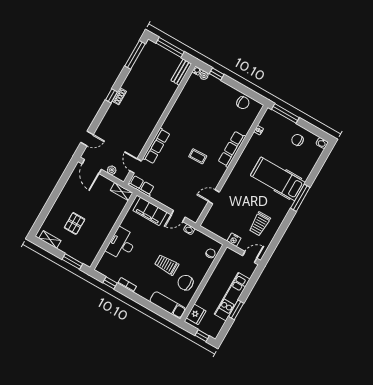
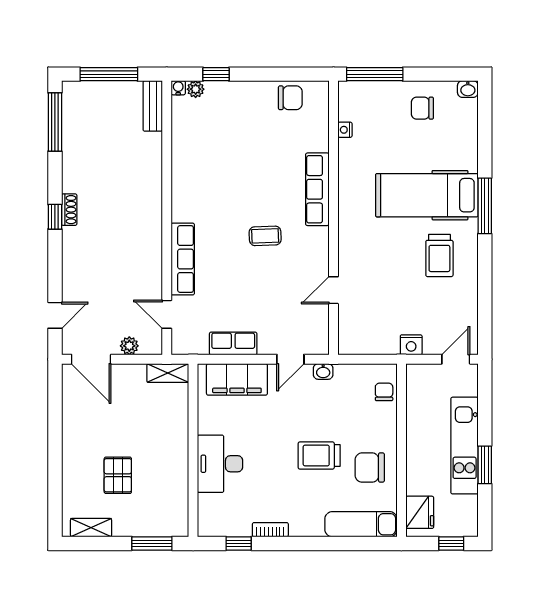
row of seats: (142, 186) -> (233, 343), moved
trolley: (260, 224) -> (439, 255), moved

